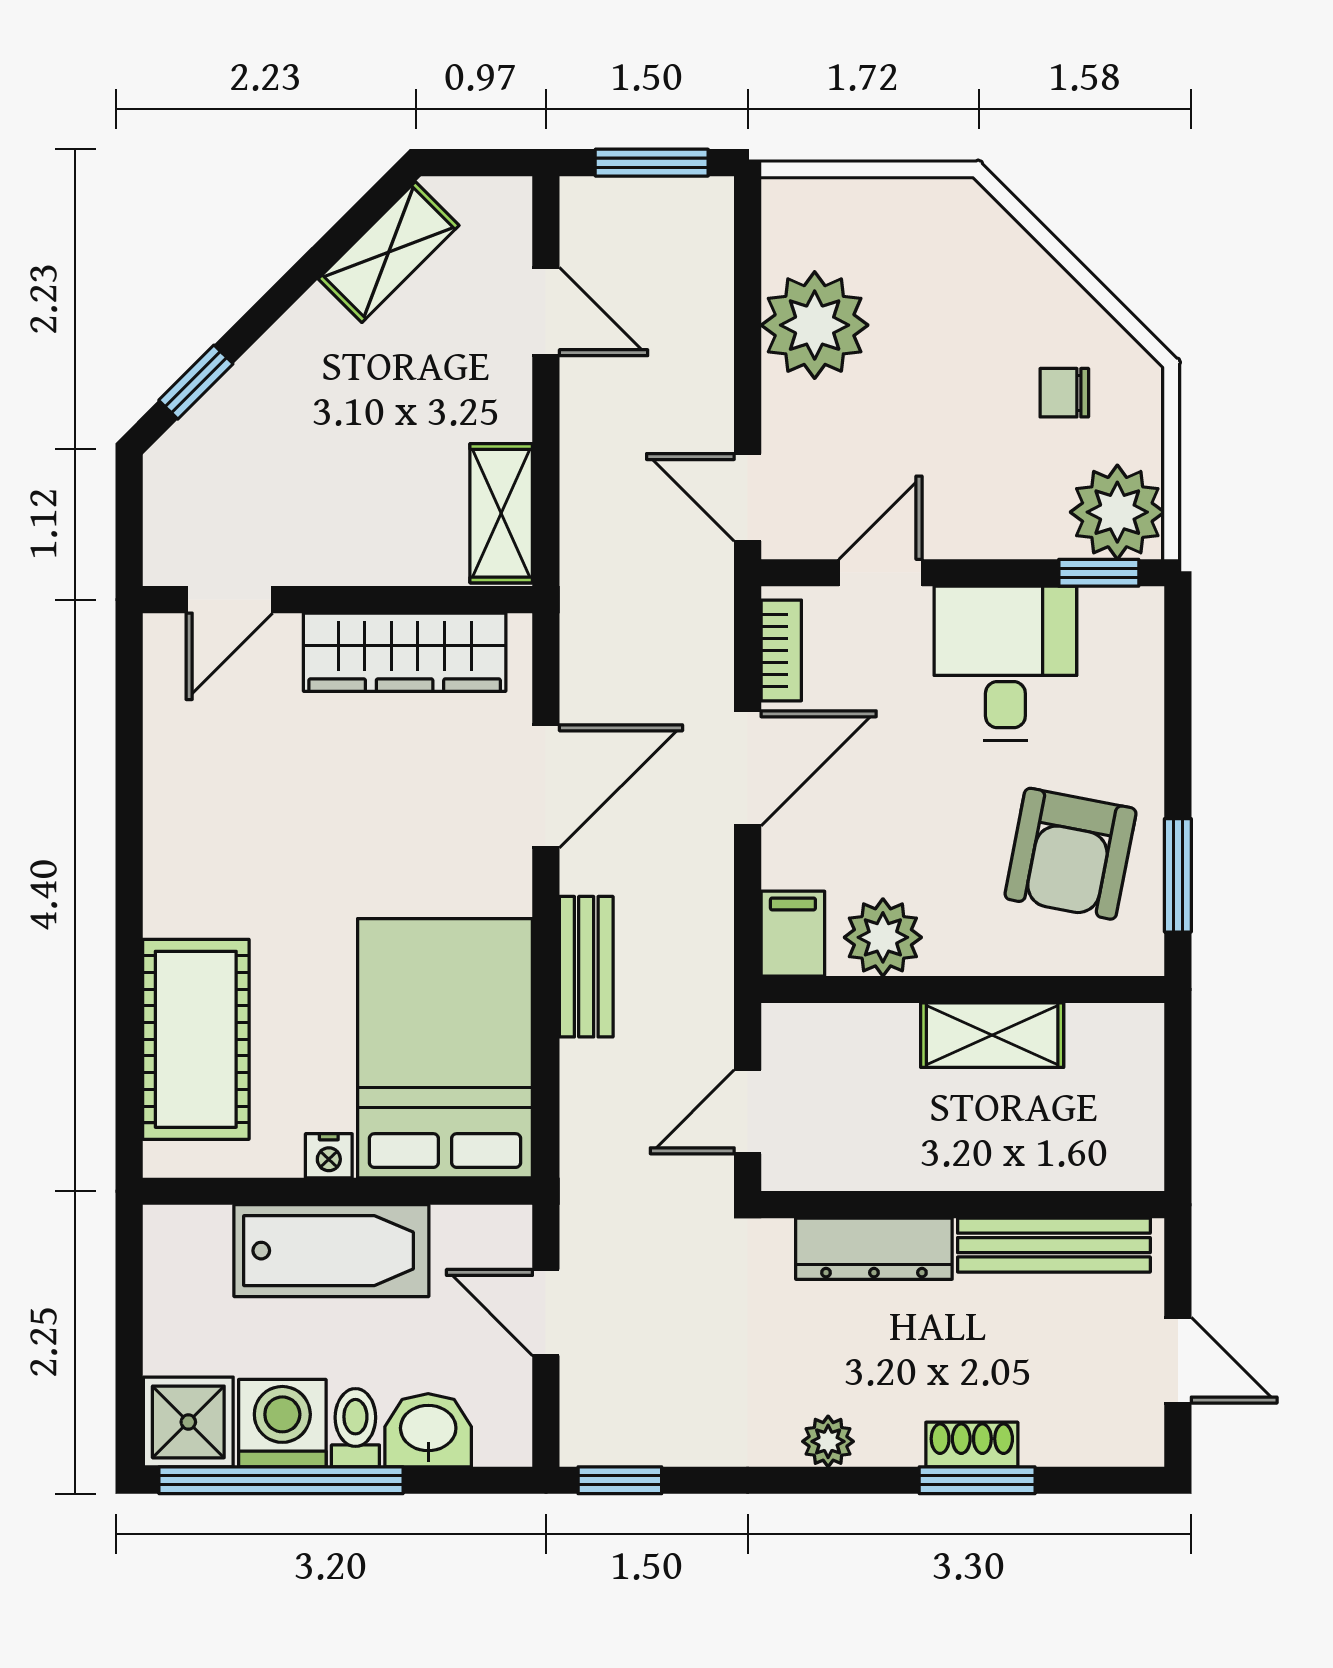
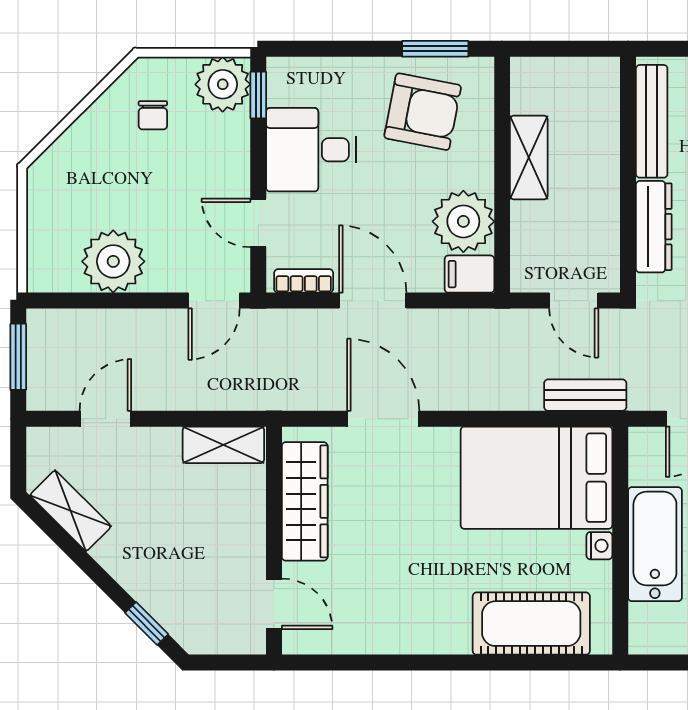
plant: (883, 937) -> (463, 221), width x1.36, depth x1.36
bench: (586, 967) -> (585, 395), moved

